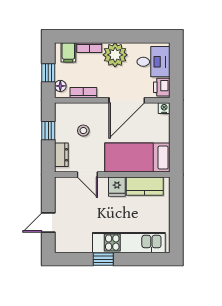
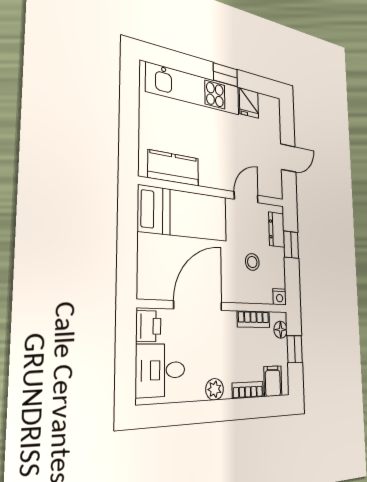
plant: (115, 55) -> (215, 389), width x0.53, depth x0.53
nightstand: (164, 108) -> (280, 297), moved
window: (48, 131) -> (291, 245), moved
door: (87, 175) -> (246, 197), hinge flipped
fridge: (117, 187) -> (249, 103), moved, turned 180
door: (48, 222) -> (288, 158), moved

